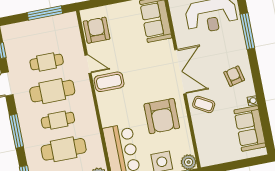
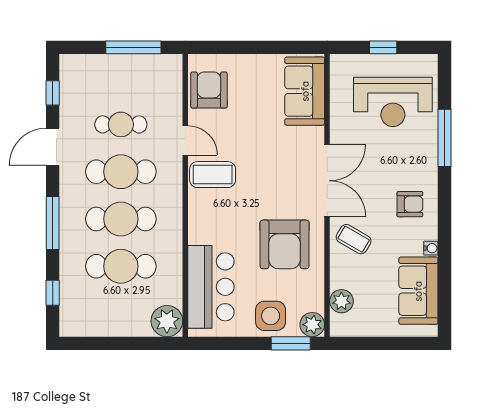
armchair: (234, 76) -> (410, 204), turned 103
cafe table: (58, 120) -> (121, 219), width x1.37, depth x1.35
plant: (204, 144) -> (341, 301), added

